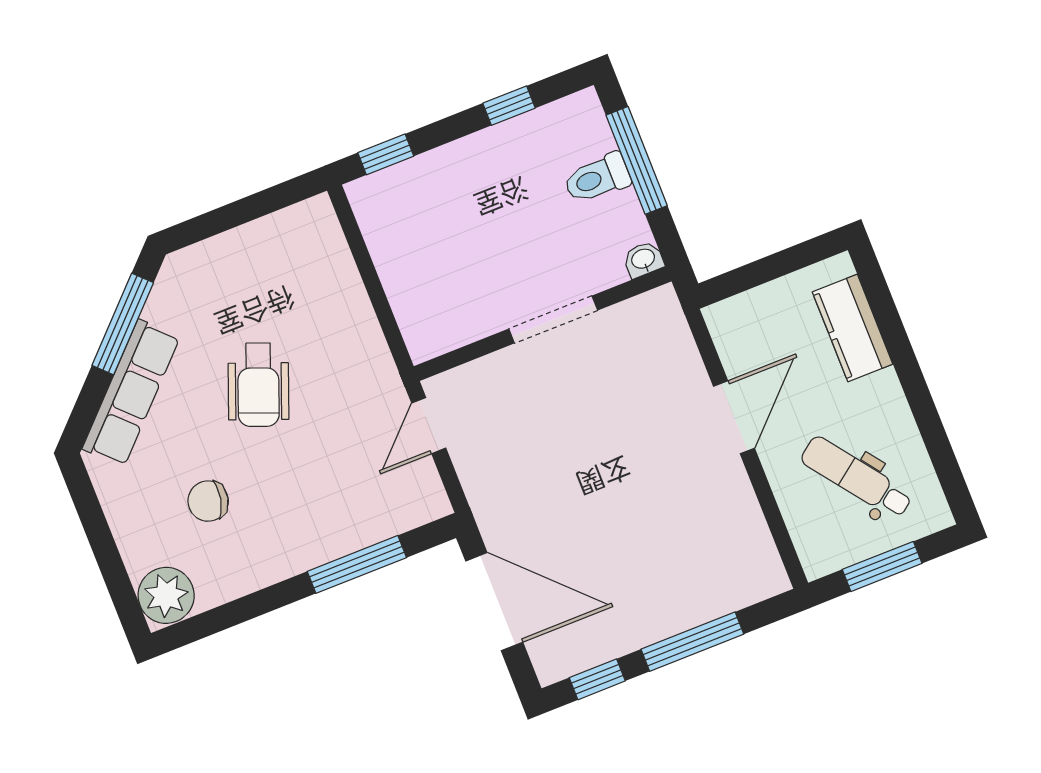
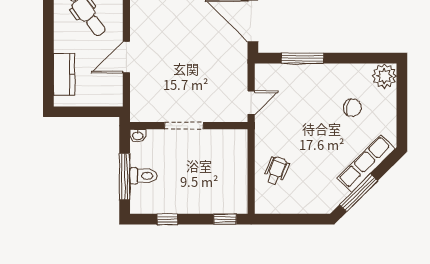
wheelchair: (258, 385) -> (276, 171), moved, width x0.73, depth x0.73

